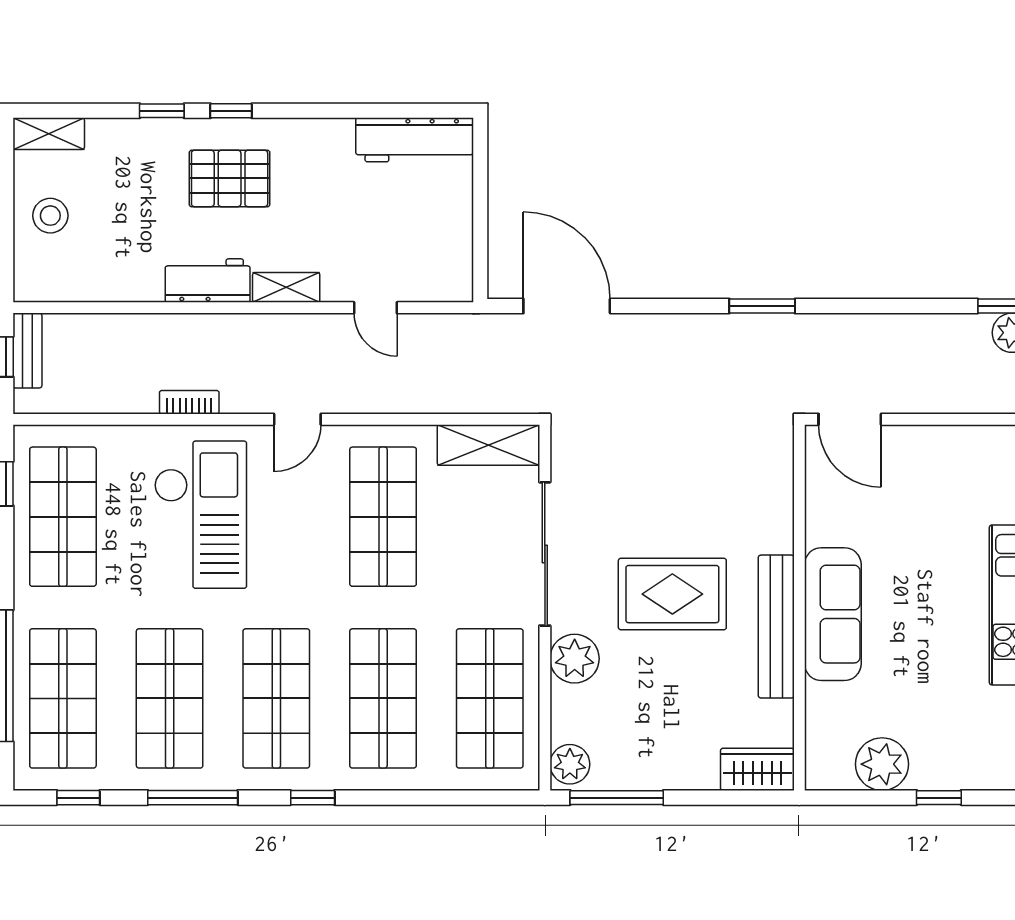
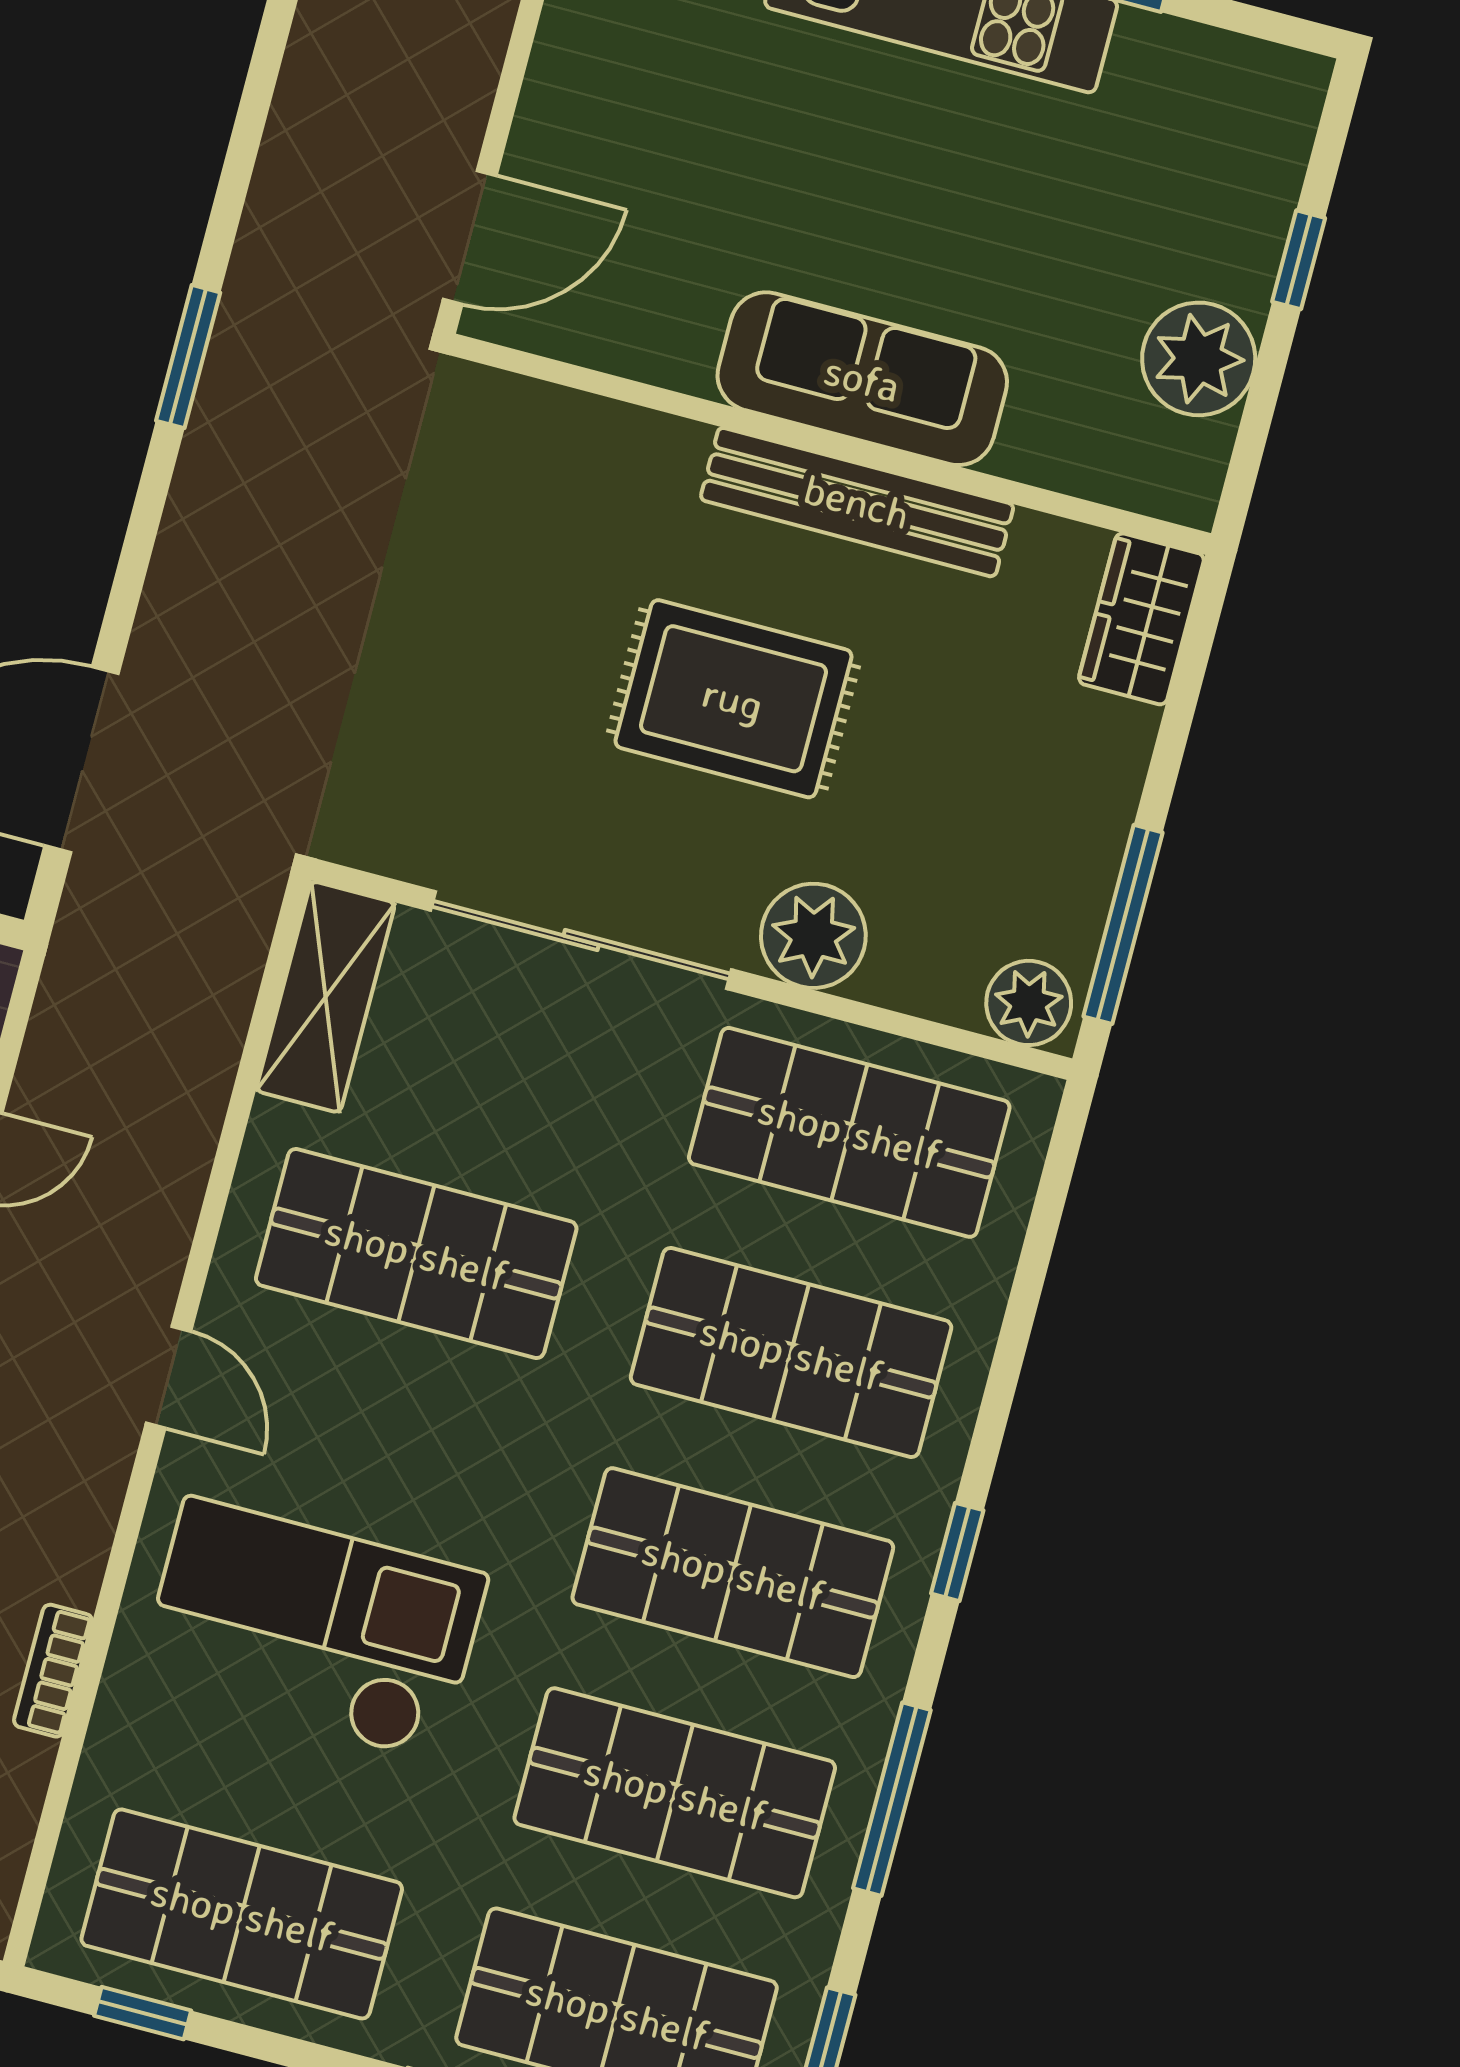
bookcase: (189, 402) -> (53, 1671), moved
rug: (672, 594) -> (733, 699), turned 90

